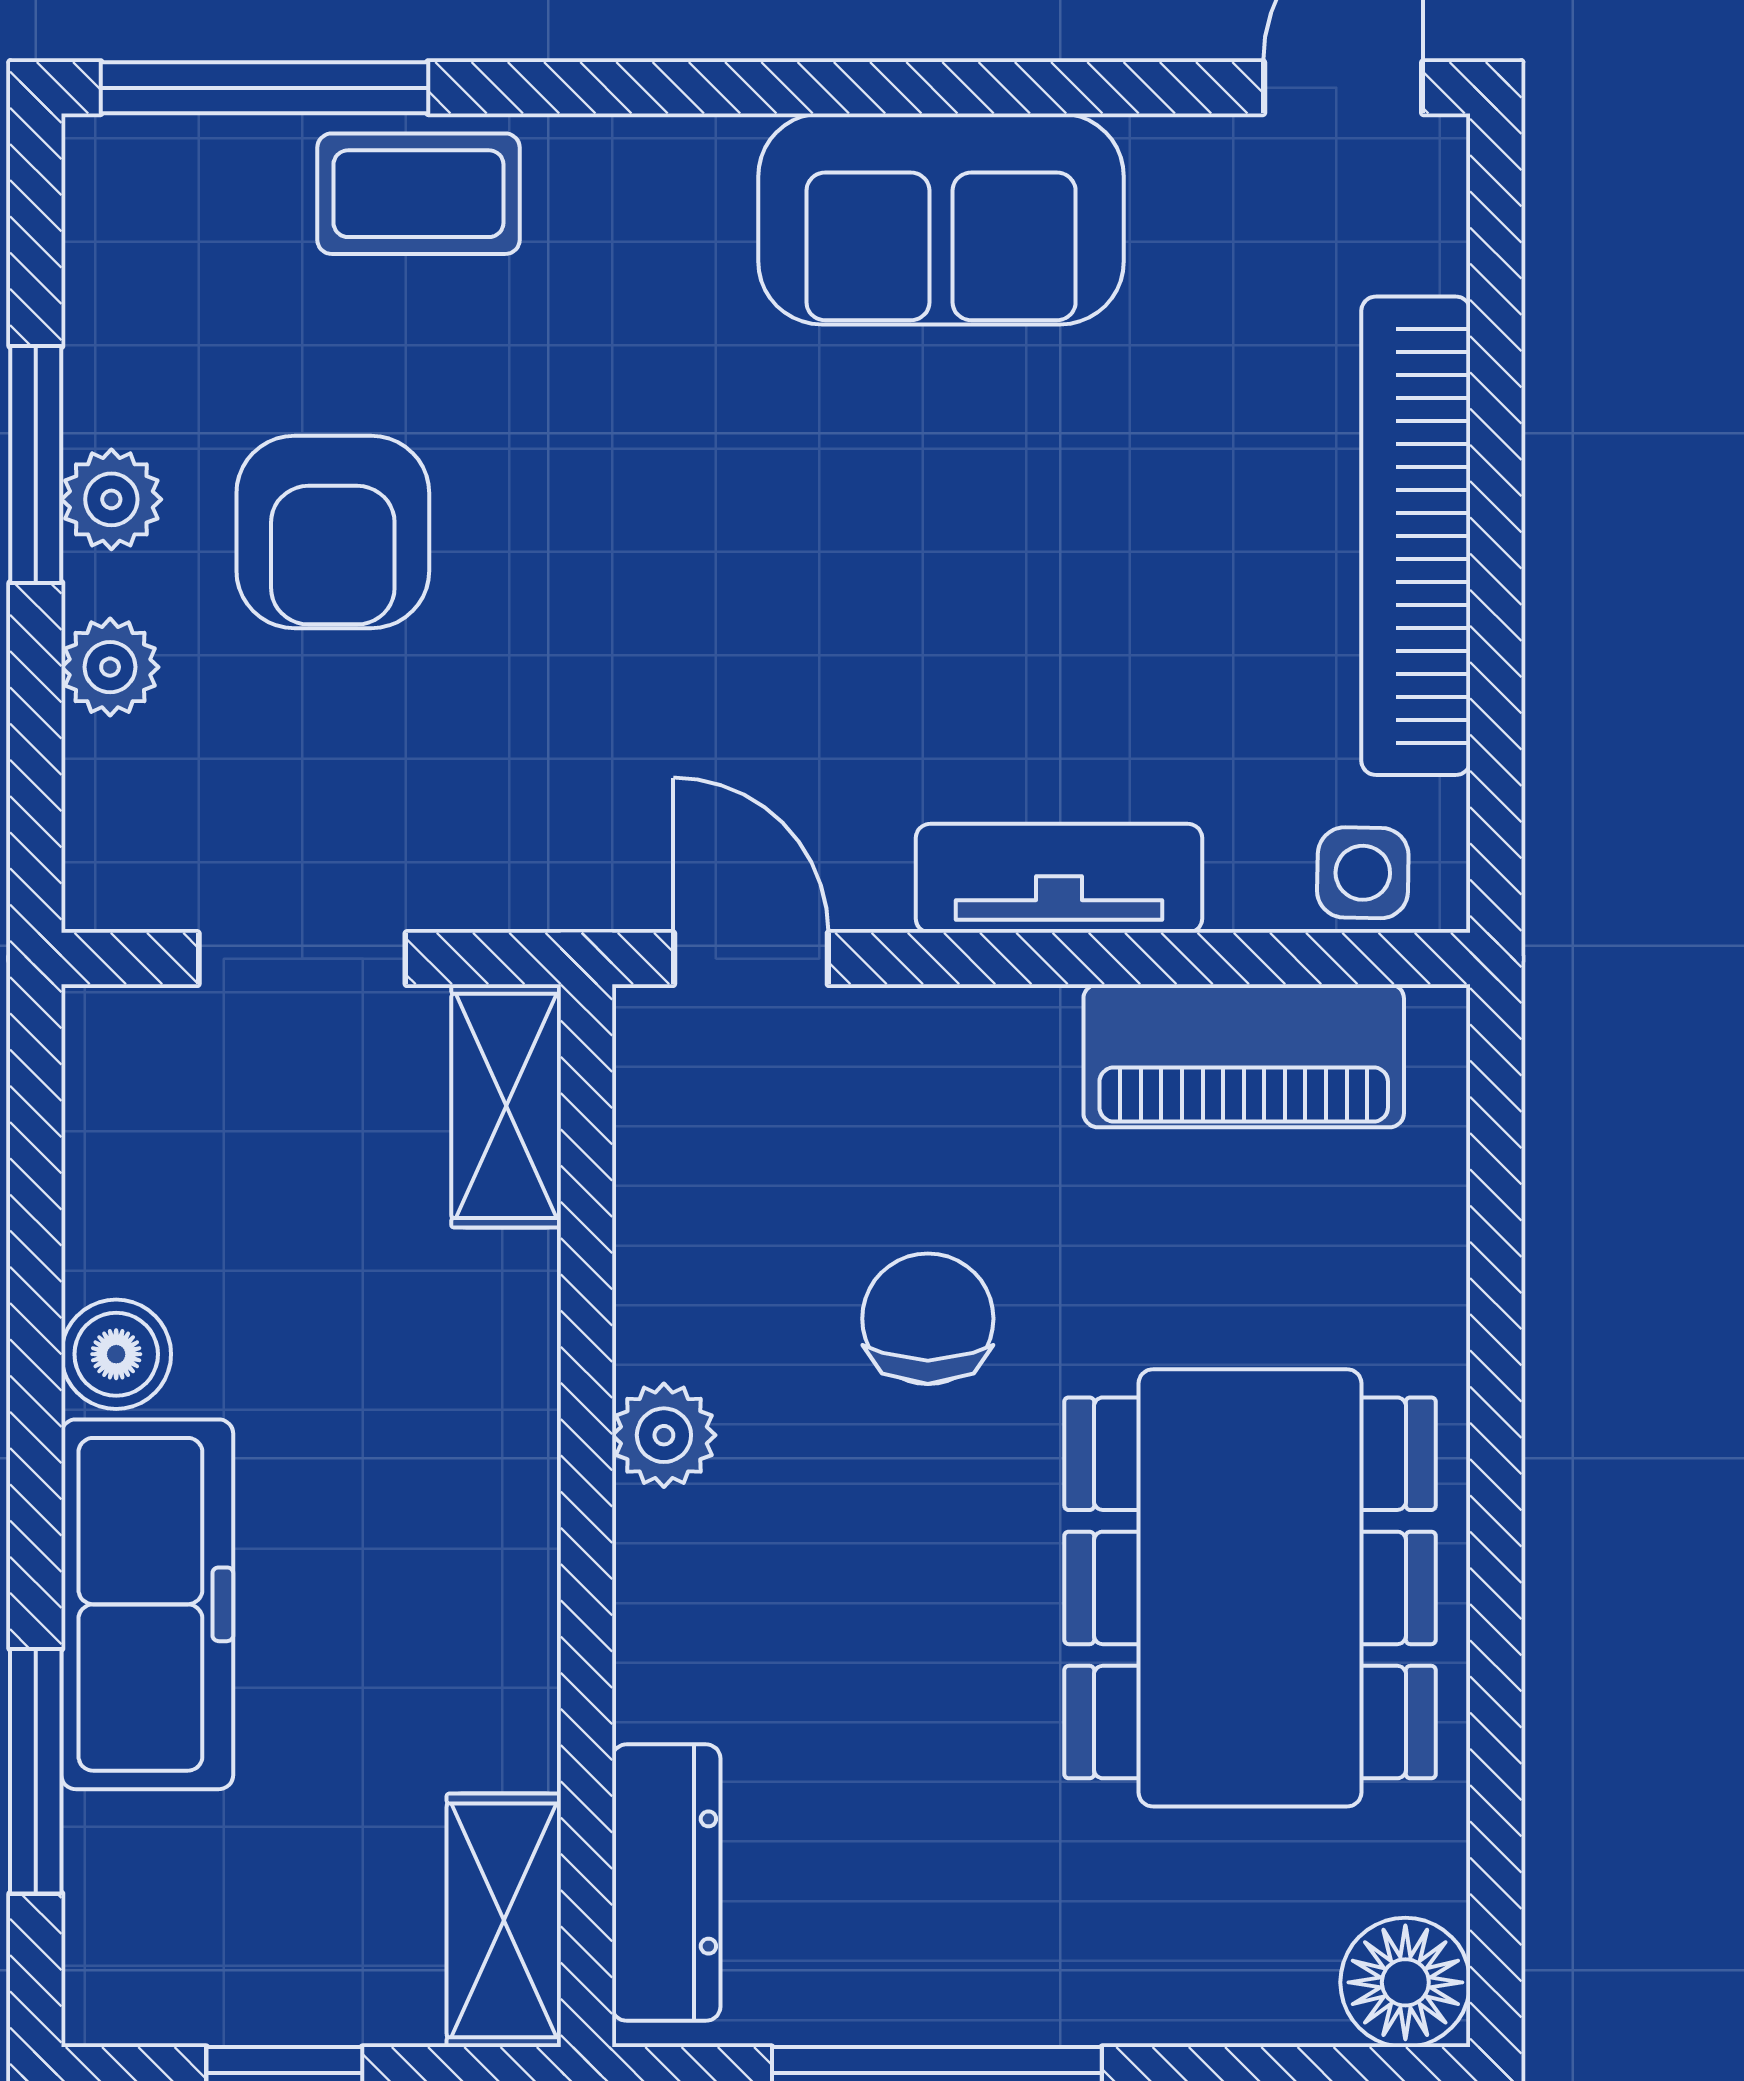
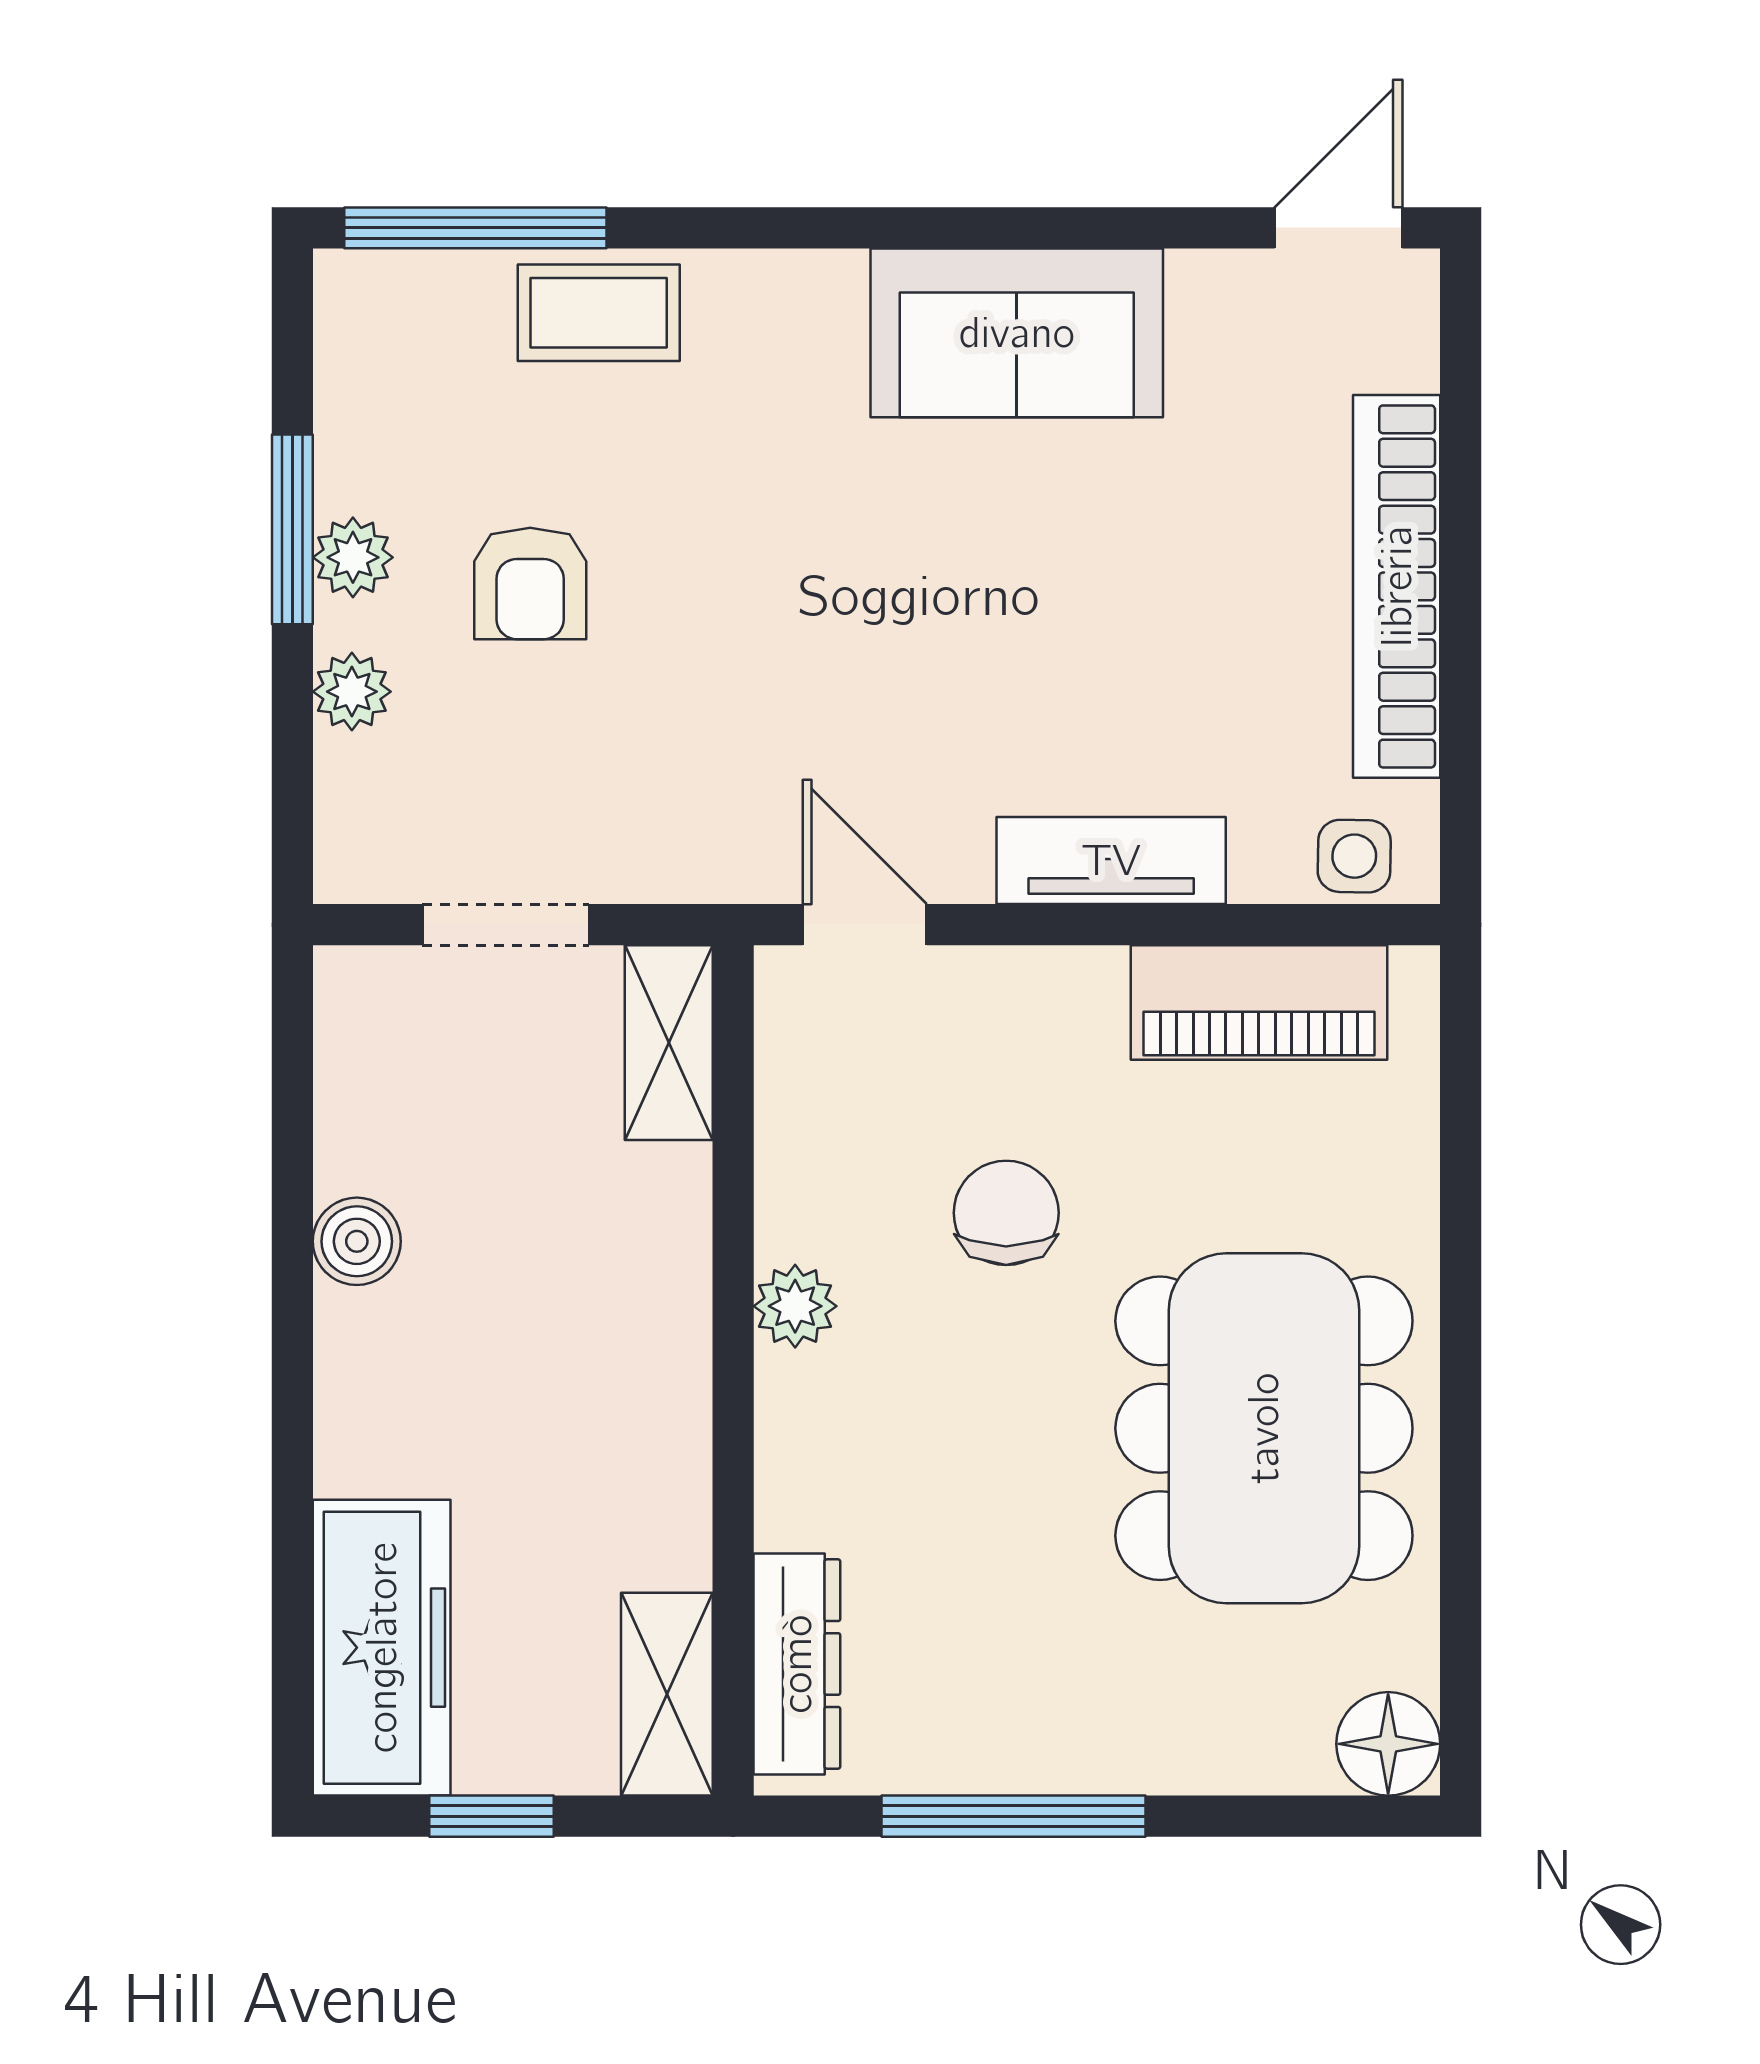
armchair: (333, 532) -> (530, 583), width x0.72, depth x0.72
freezer: (147, 1604) -> (382, 1648), moved
window: (36, 1771) -> (292, 1575), removed

